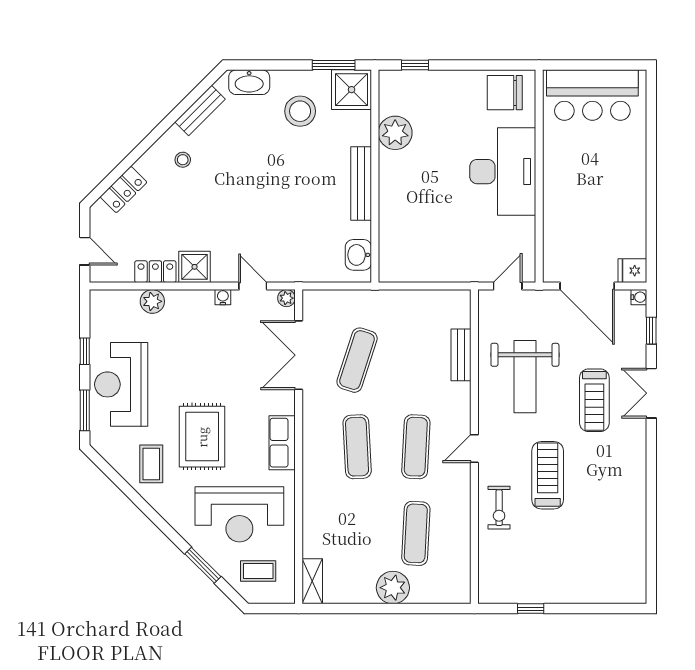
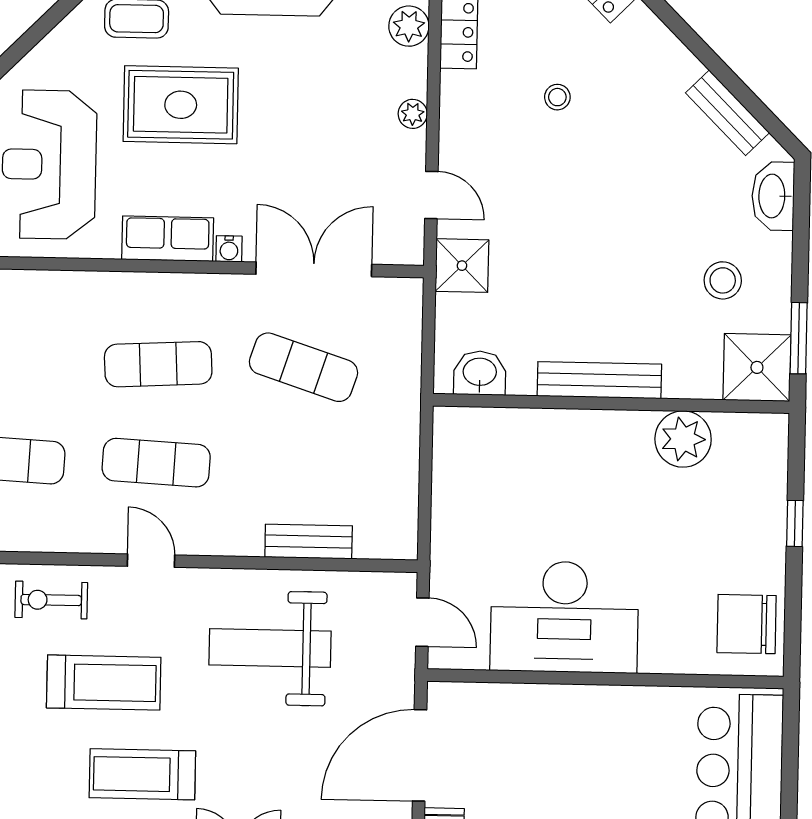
window: (415, 65) -> (795, 523), moved
chair: (505, 93) -> (747, 624), turned -90
stool: (300, 111) -> (723, 280), width x0.73, depth x0.73
stool: (183, 160) -> (557, 97), moved
desk: (503, 172) -> (564, 617), moved
shower: (195, 267) -> (462, 266), moved
door: (253, 286) -> (431, 195), hinge flipped
water cooler: (223, 297) -> (229, 249), moved, turned 90
plant: (286, 298) -> (413, 114), moved
treadmill: (594, 400) -> (142, 774), moved

